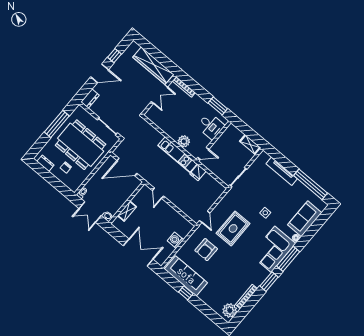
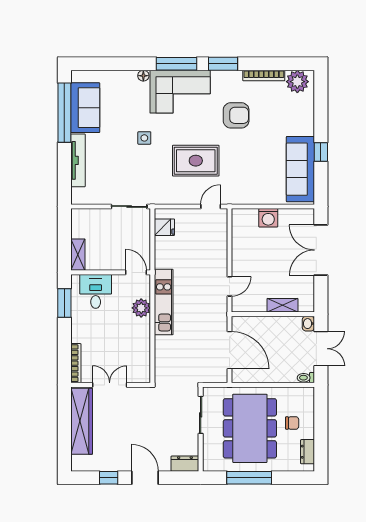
shelving: (250, 144) -> (78, 255), moved
fridge: (198, 173) -> (164, 227), moved
sofa: (305, 219) -> (85, 108), moved, turned -90
armchair: (206, 250) -> (236, 115), moved

